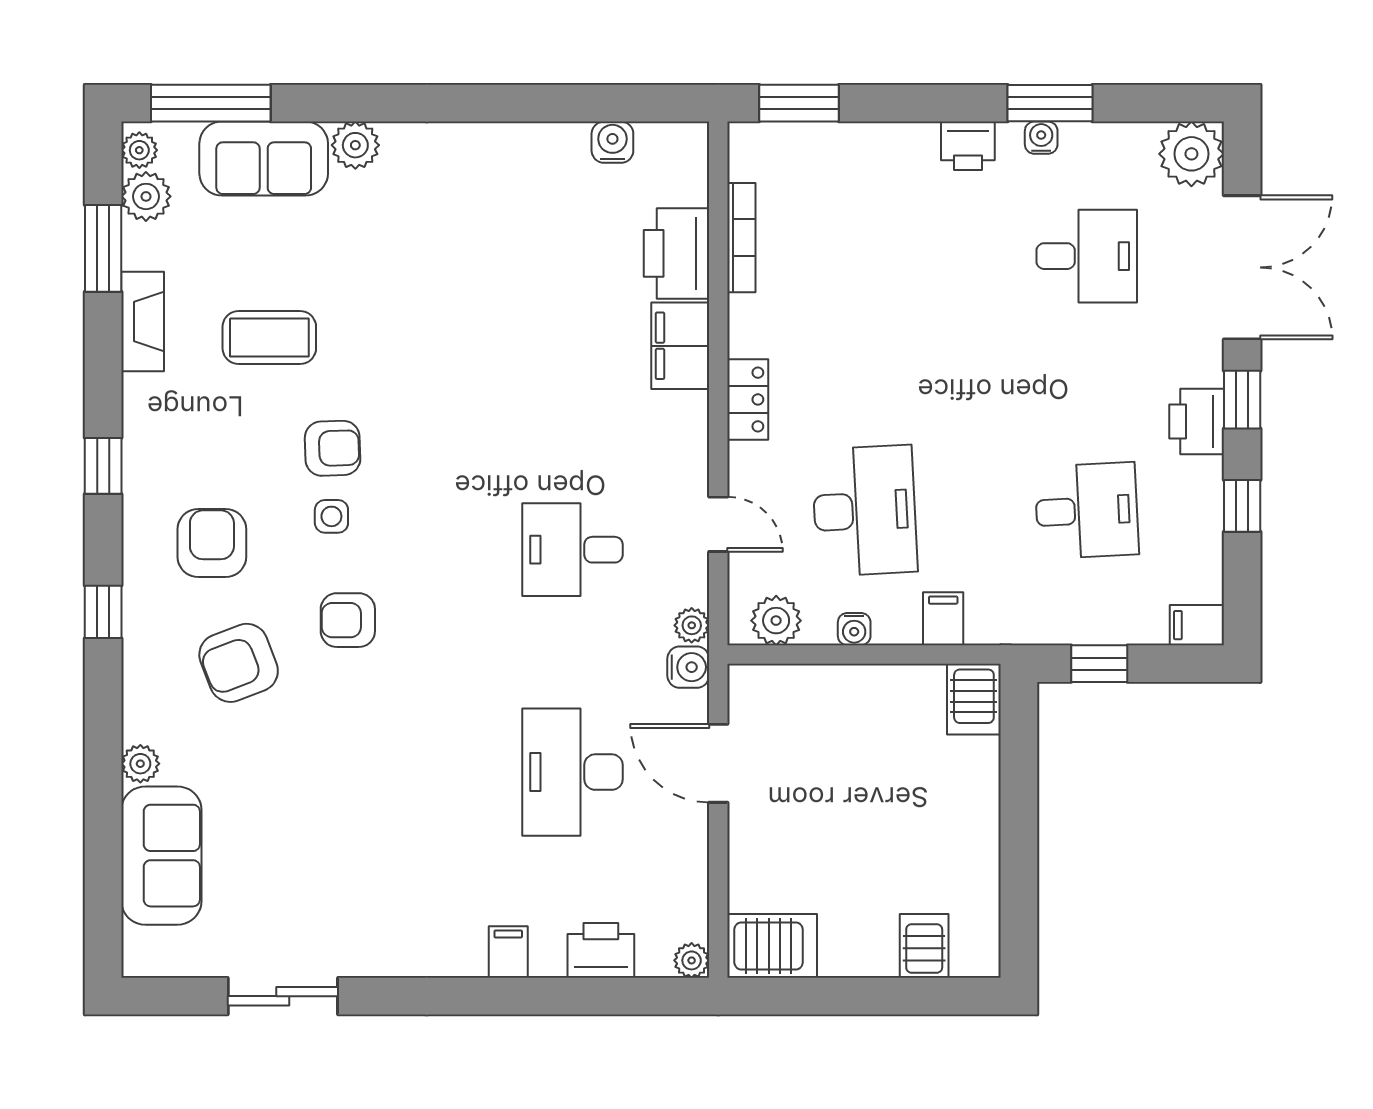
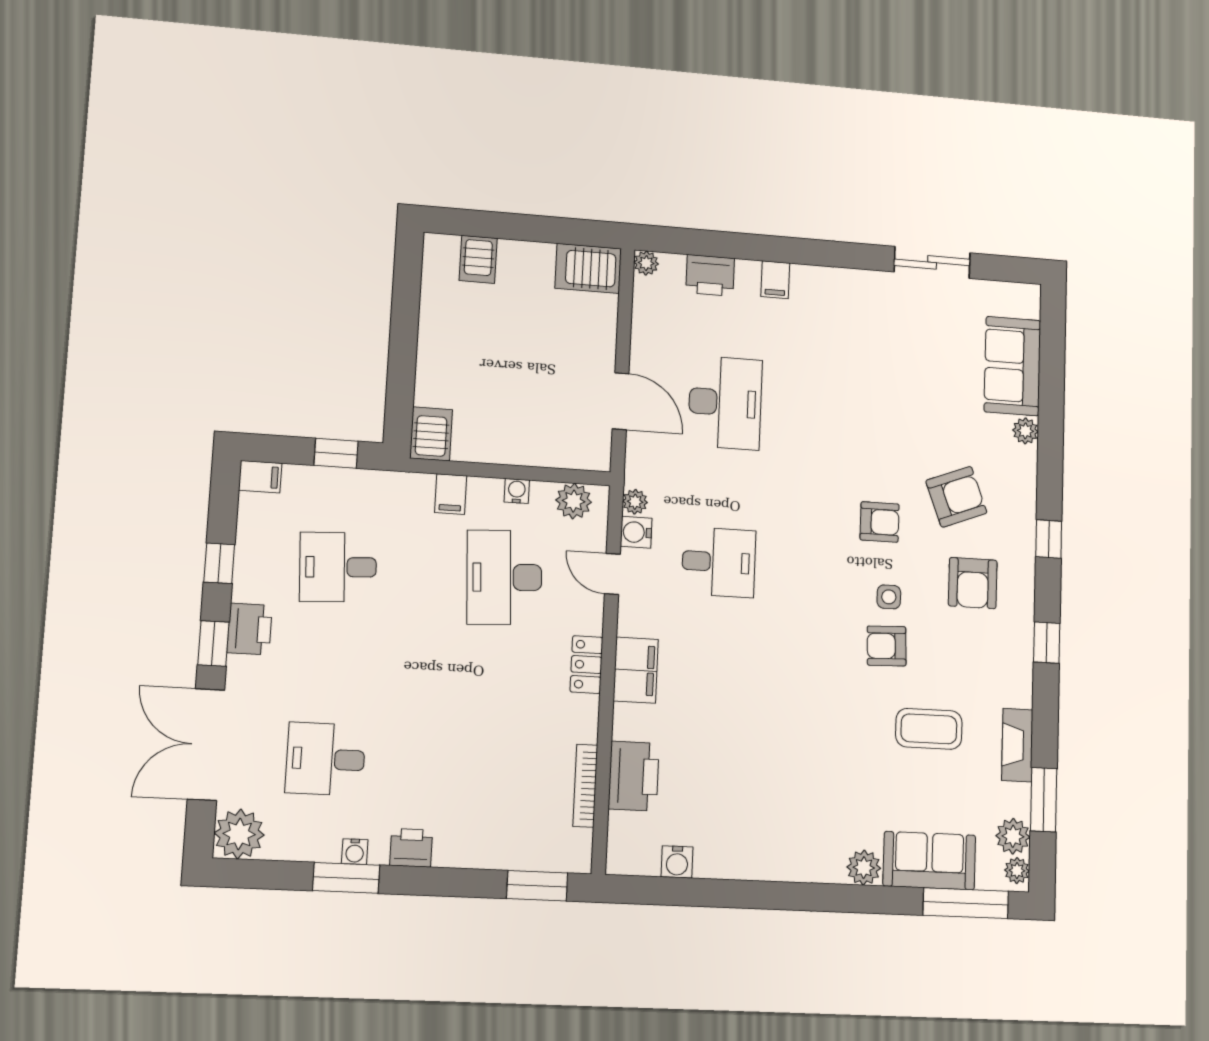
filing cabinet: (680, 346) -> (636, 670), moved
water cooler: (688, 667) -> (636, 532), moved

